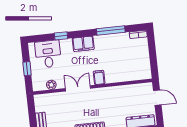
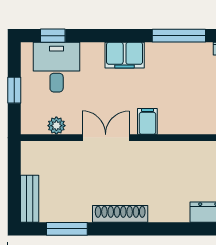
window: (61, 36) -> (53, 36), moved

